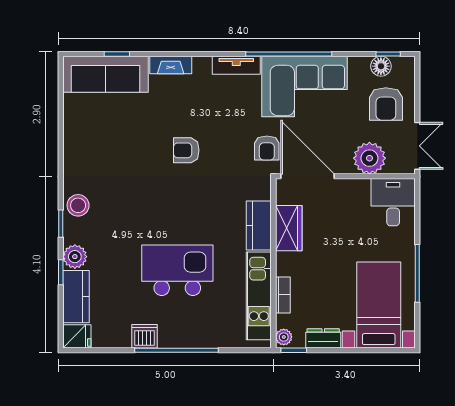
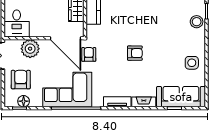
tv unit: (236, 65) -> (117, 102), moved
side table: (86, 133) -> (192, 63), added

